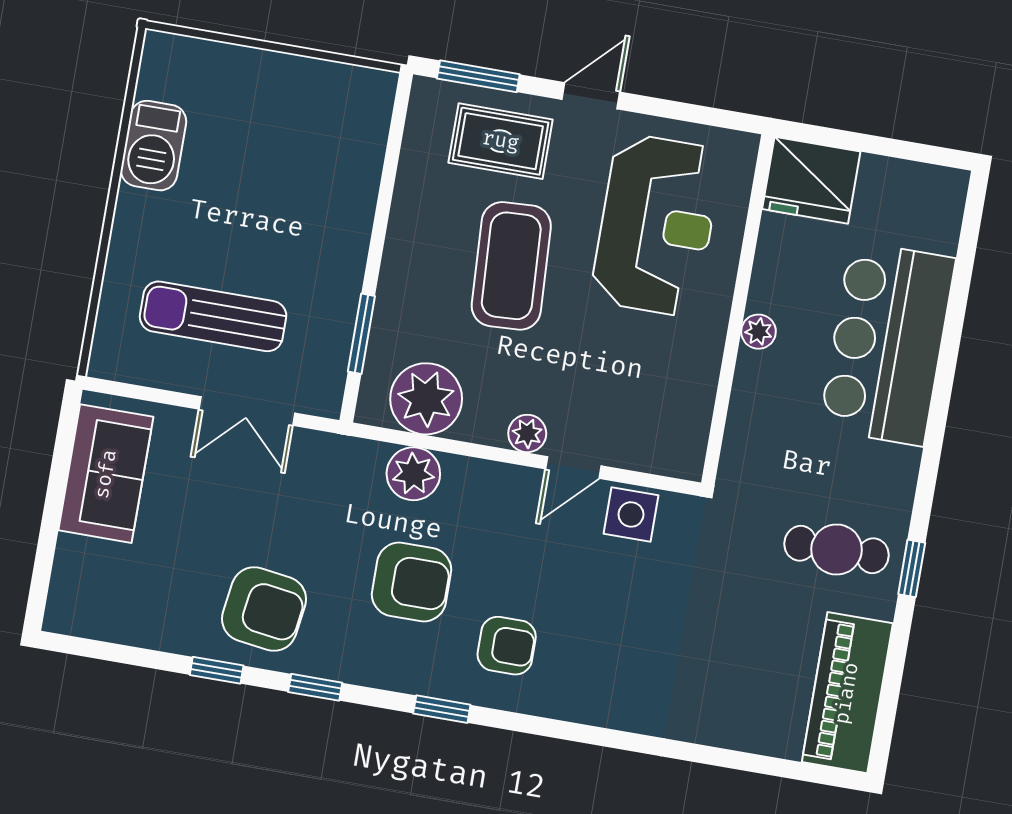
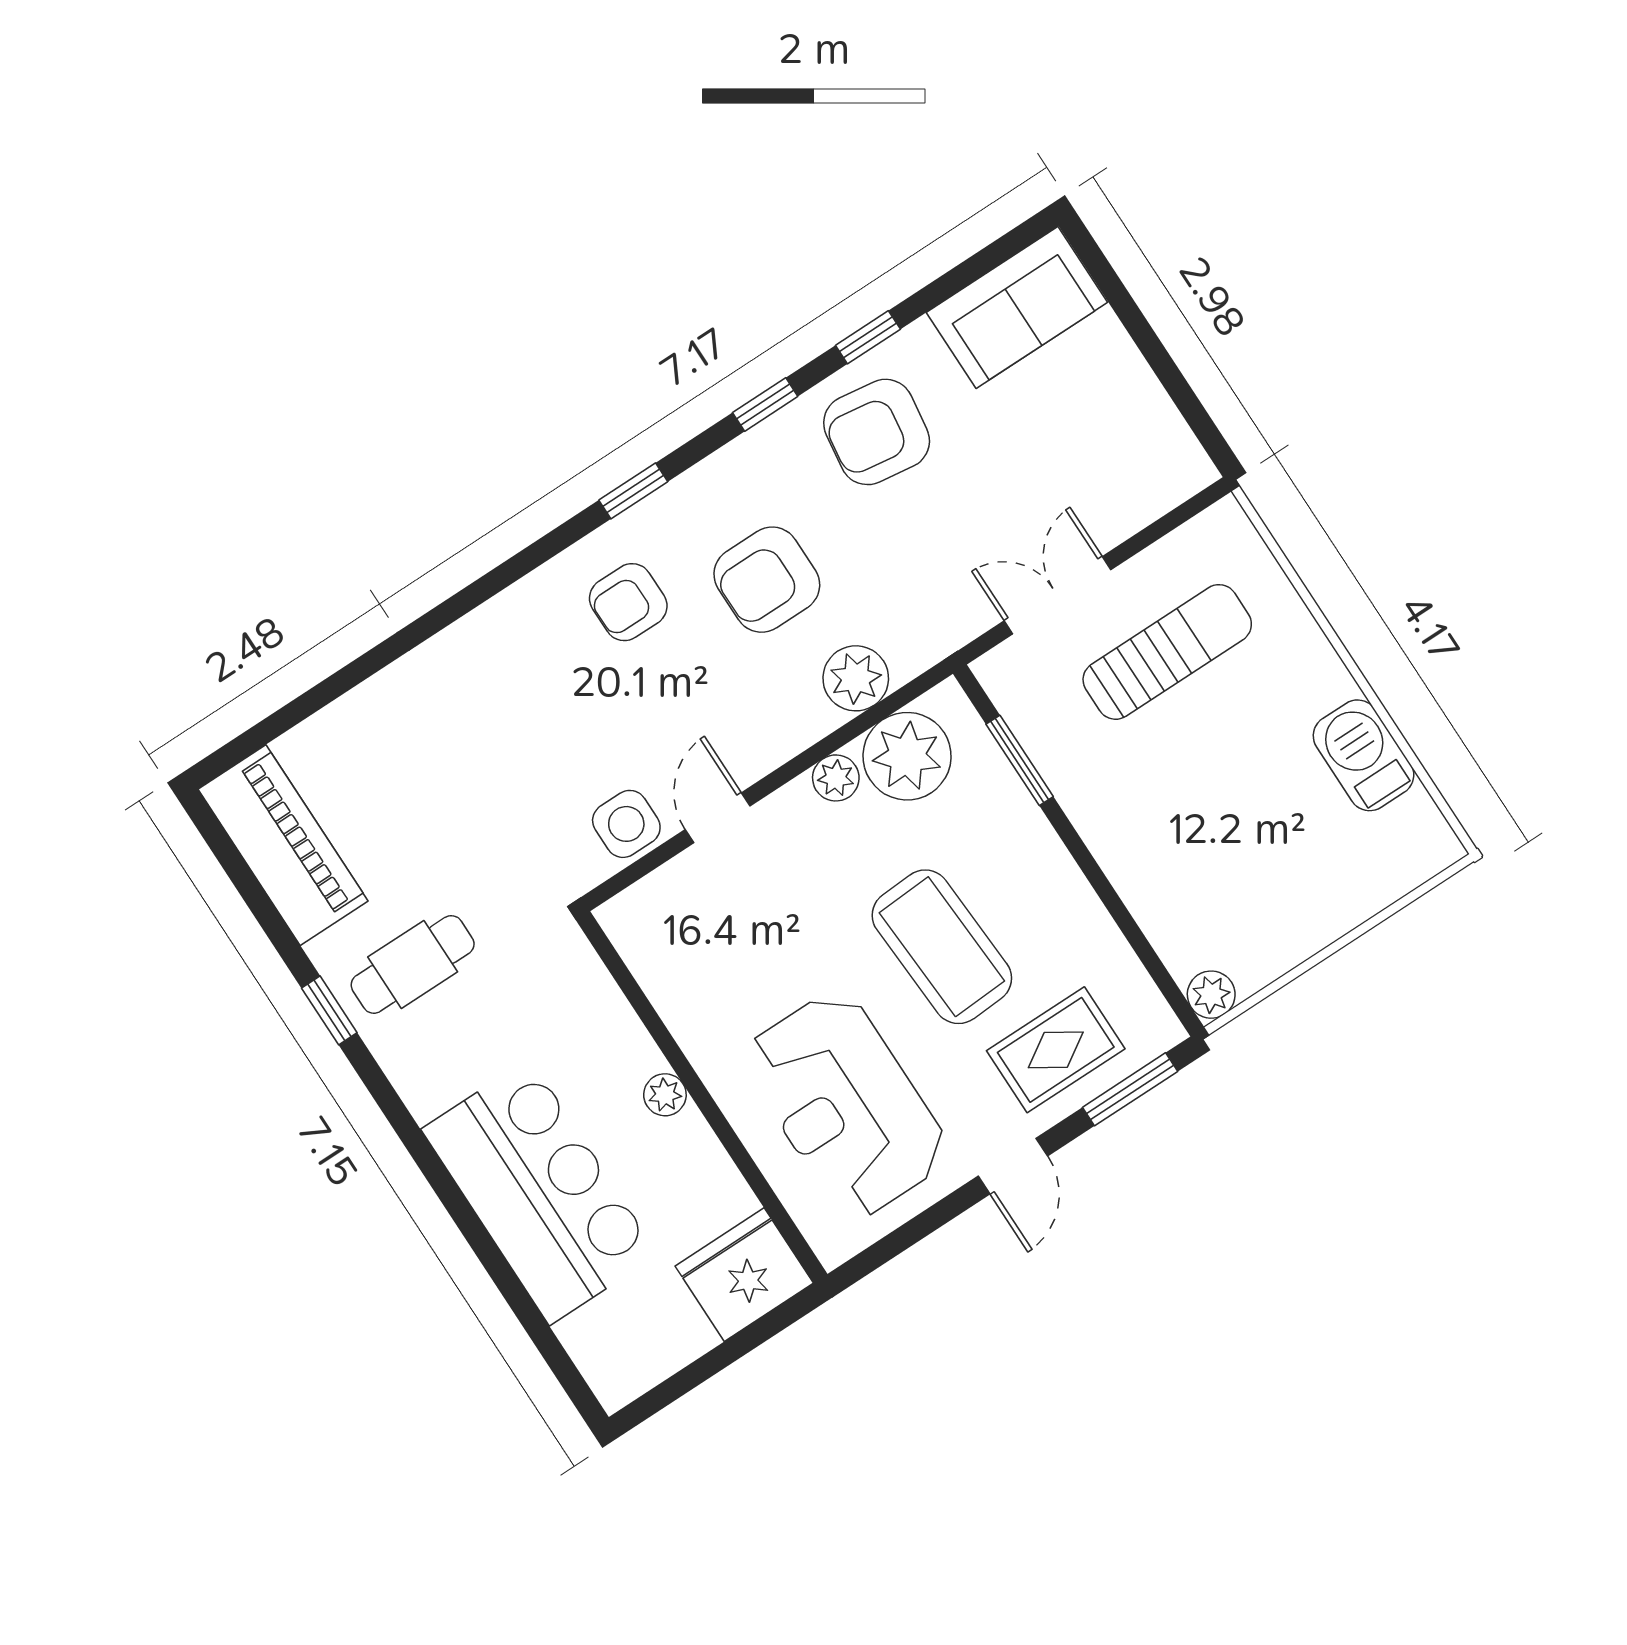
plant: (377, 88) -> (1211, 995), added
plant: (527, 433) -> (836, 778), moved
sofa: (106, 474) -> (1017, 307), moved, turned -90

